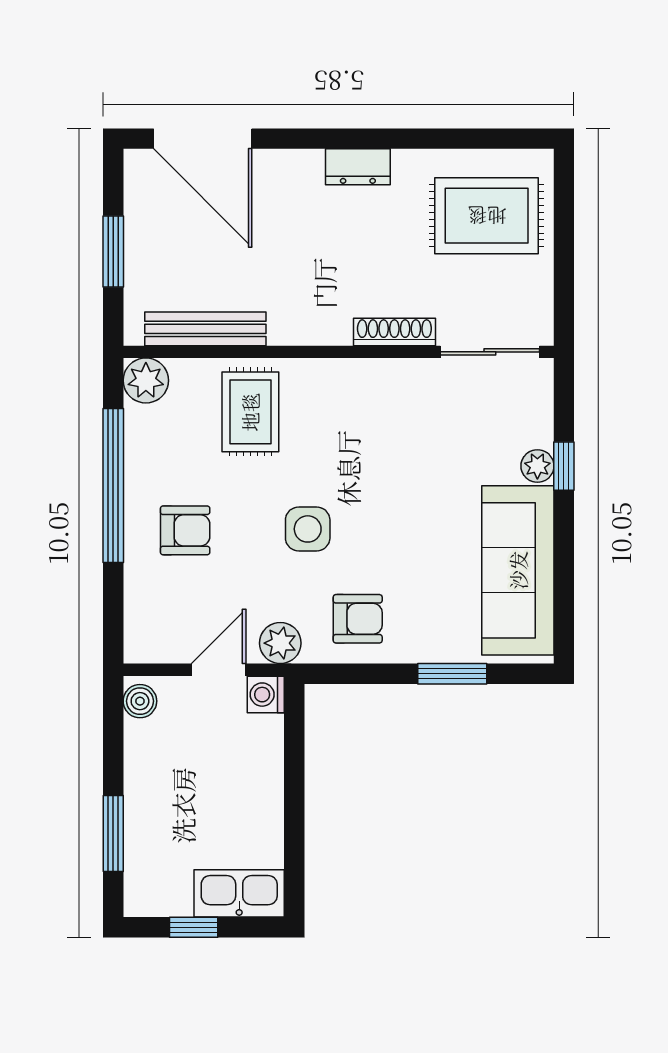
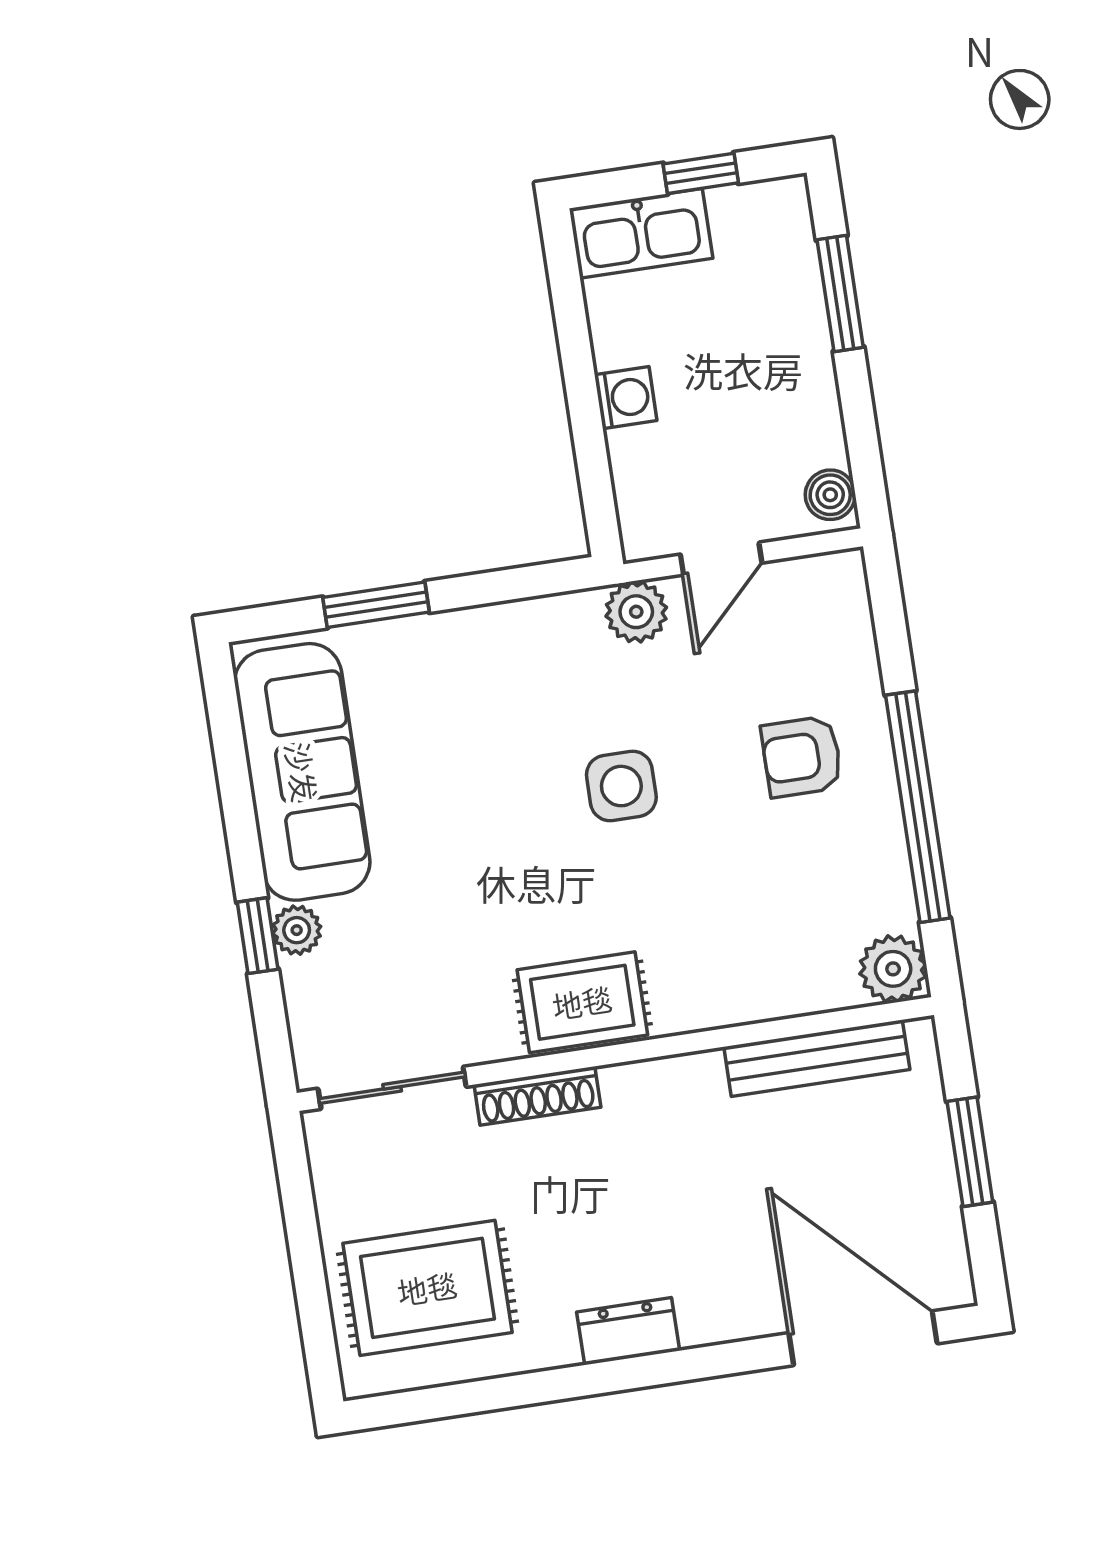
rug: (250, 412) -> (582, 1002), moved, turned 90
armchair: (358, 619) -> (528, 665), removed
washing machine: (266, 695) -> (626, 398), moved

